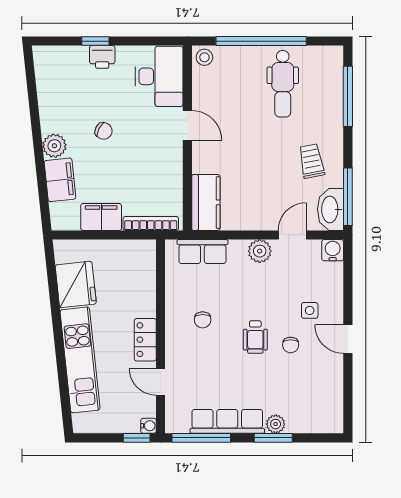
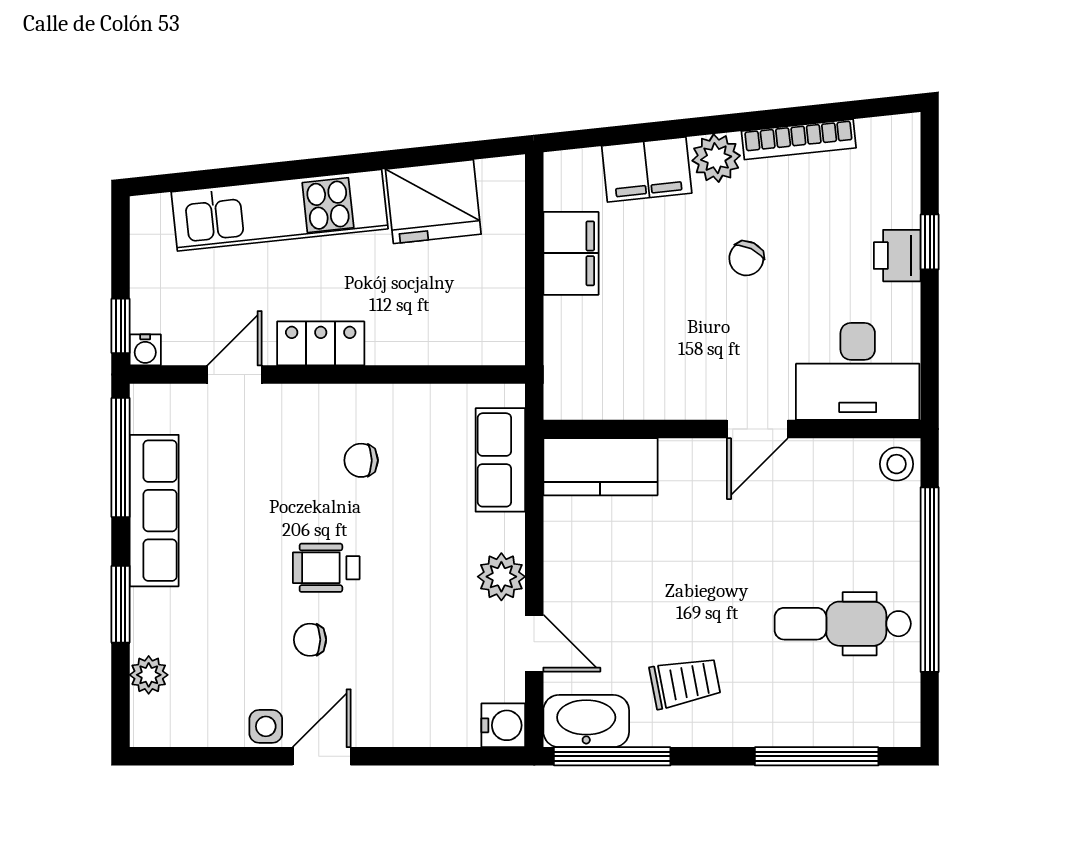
bookcase: (151, 223) -> (799, 139), moved, turned 84
side table: (310, 310) -> (266, 726), moved
plant: (276, 424) -> (149, 675), moved

